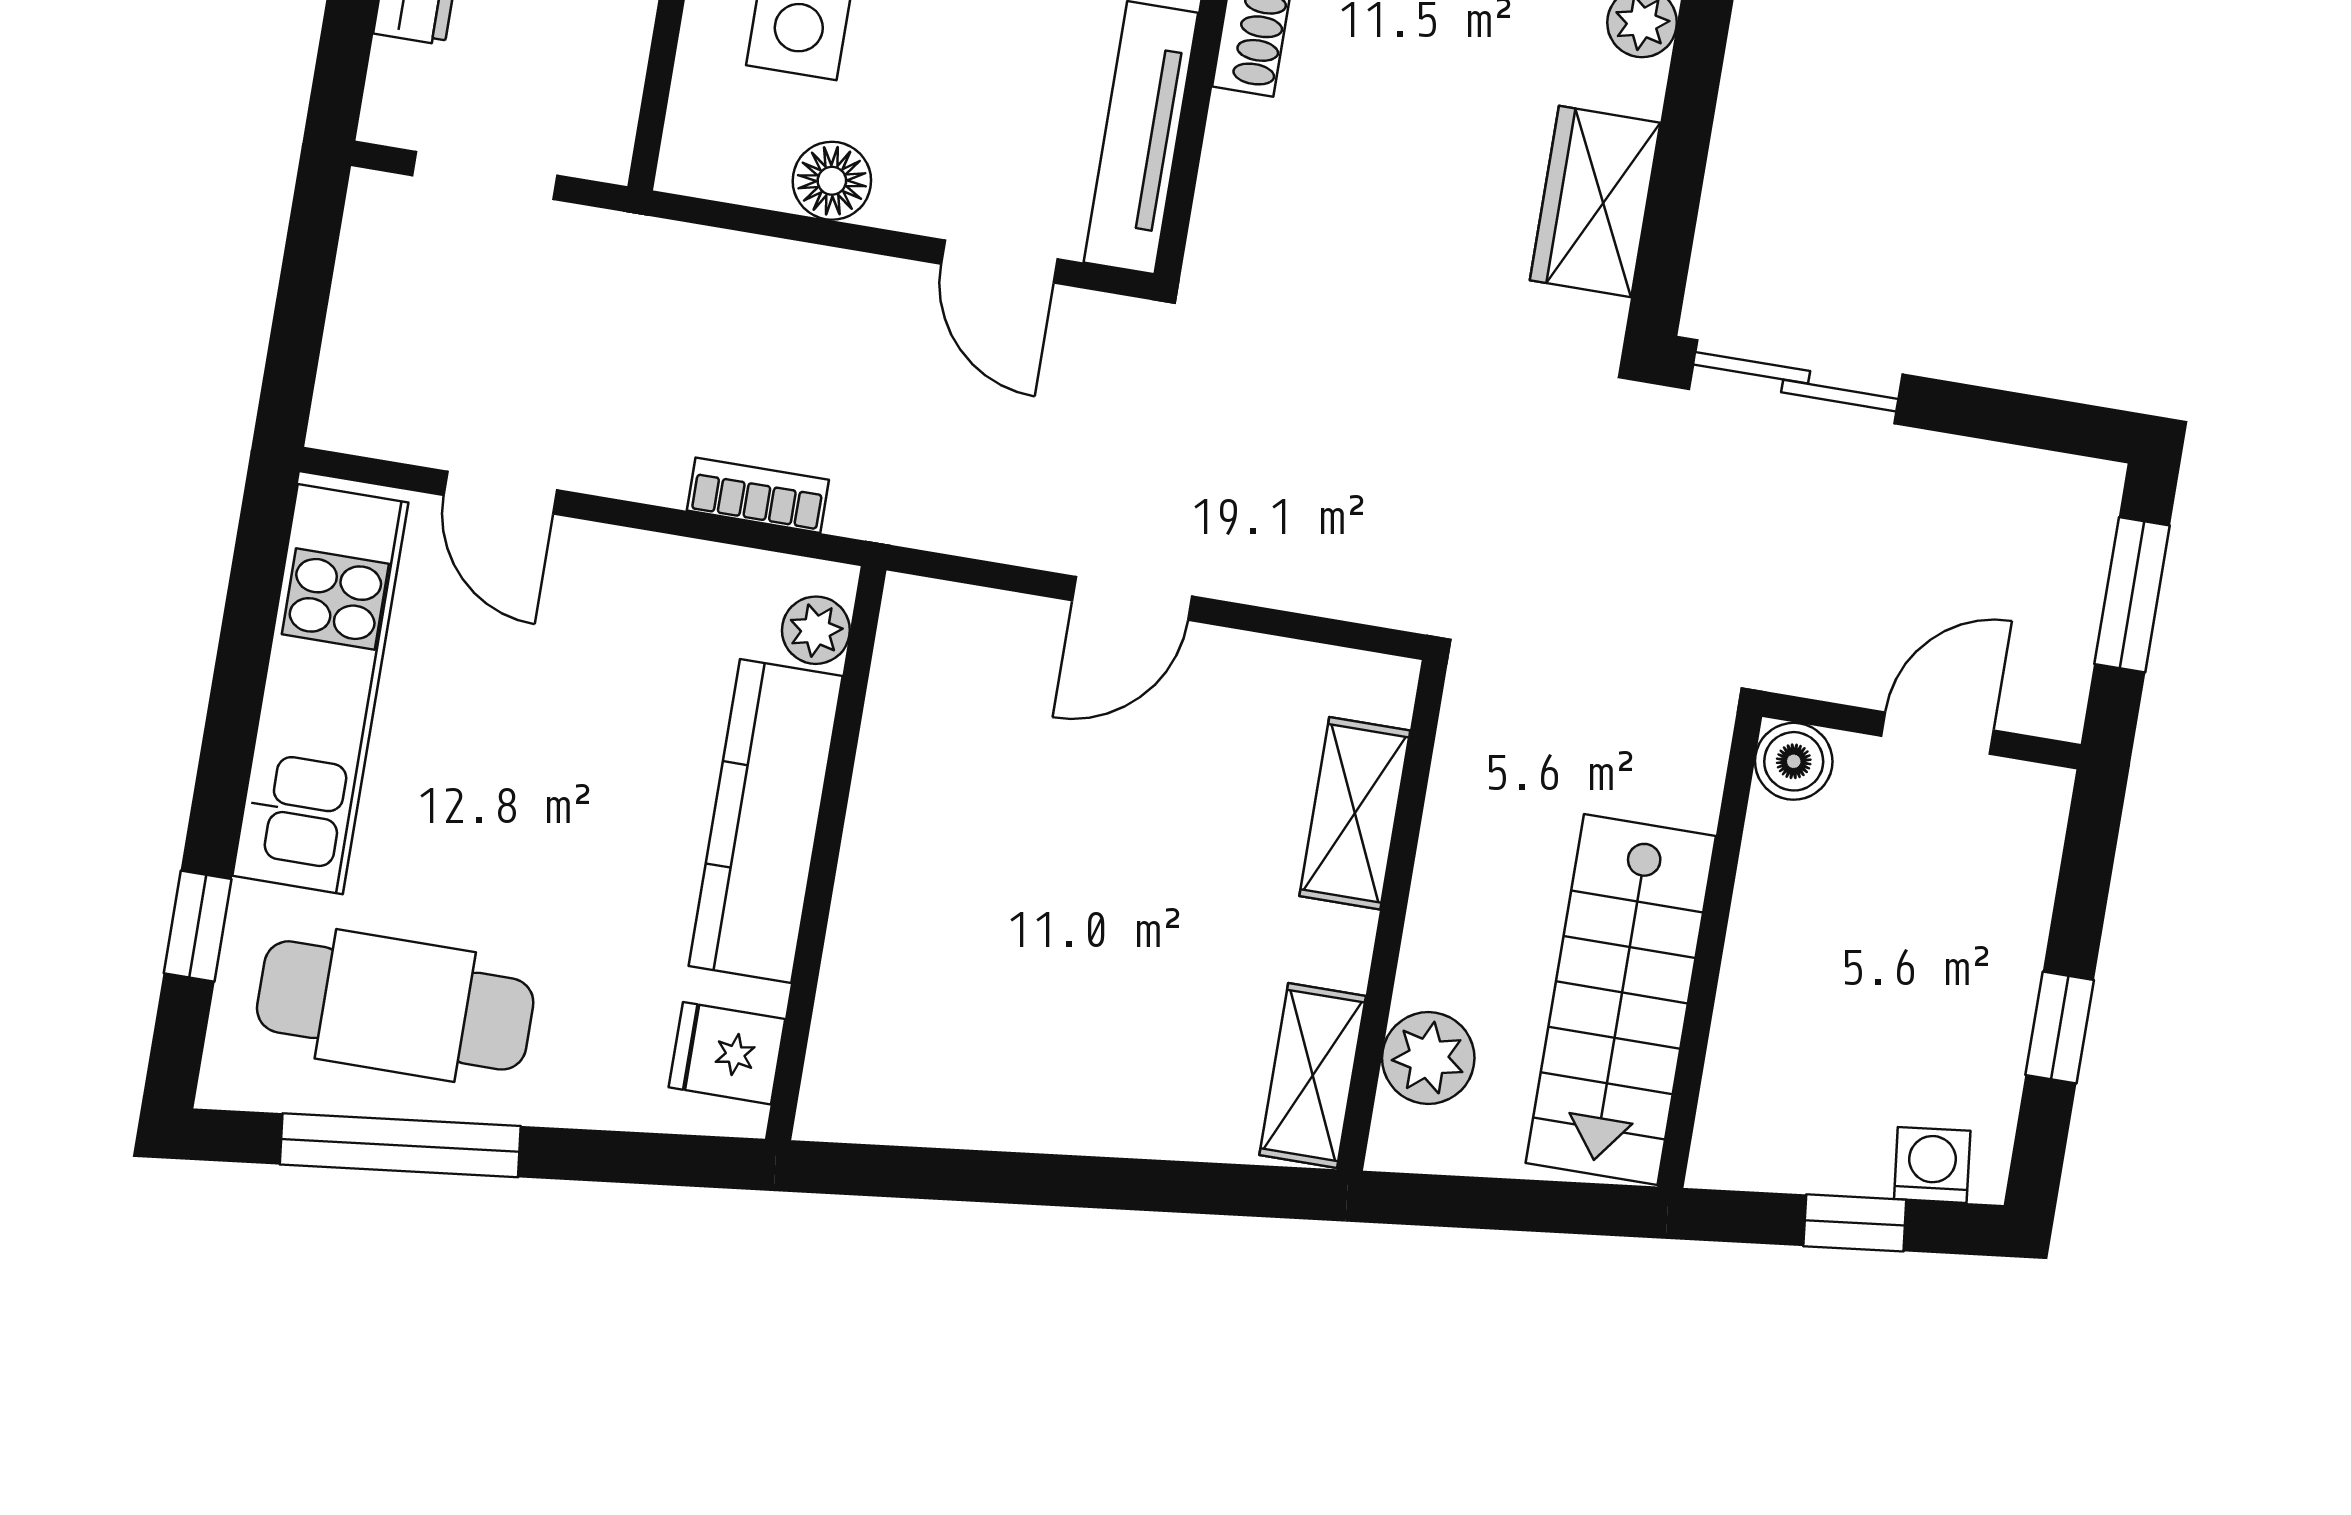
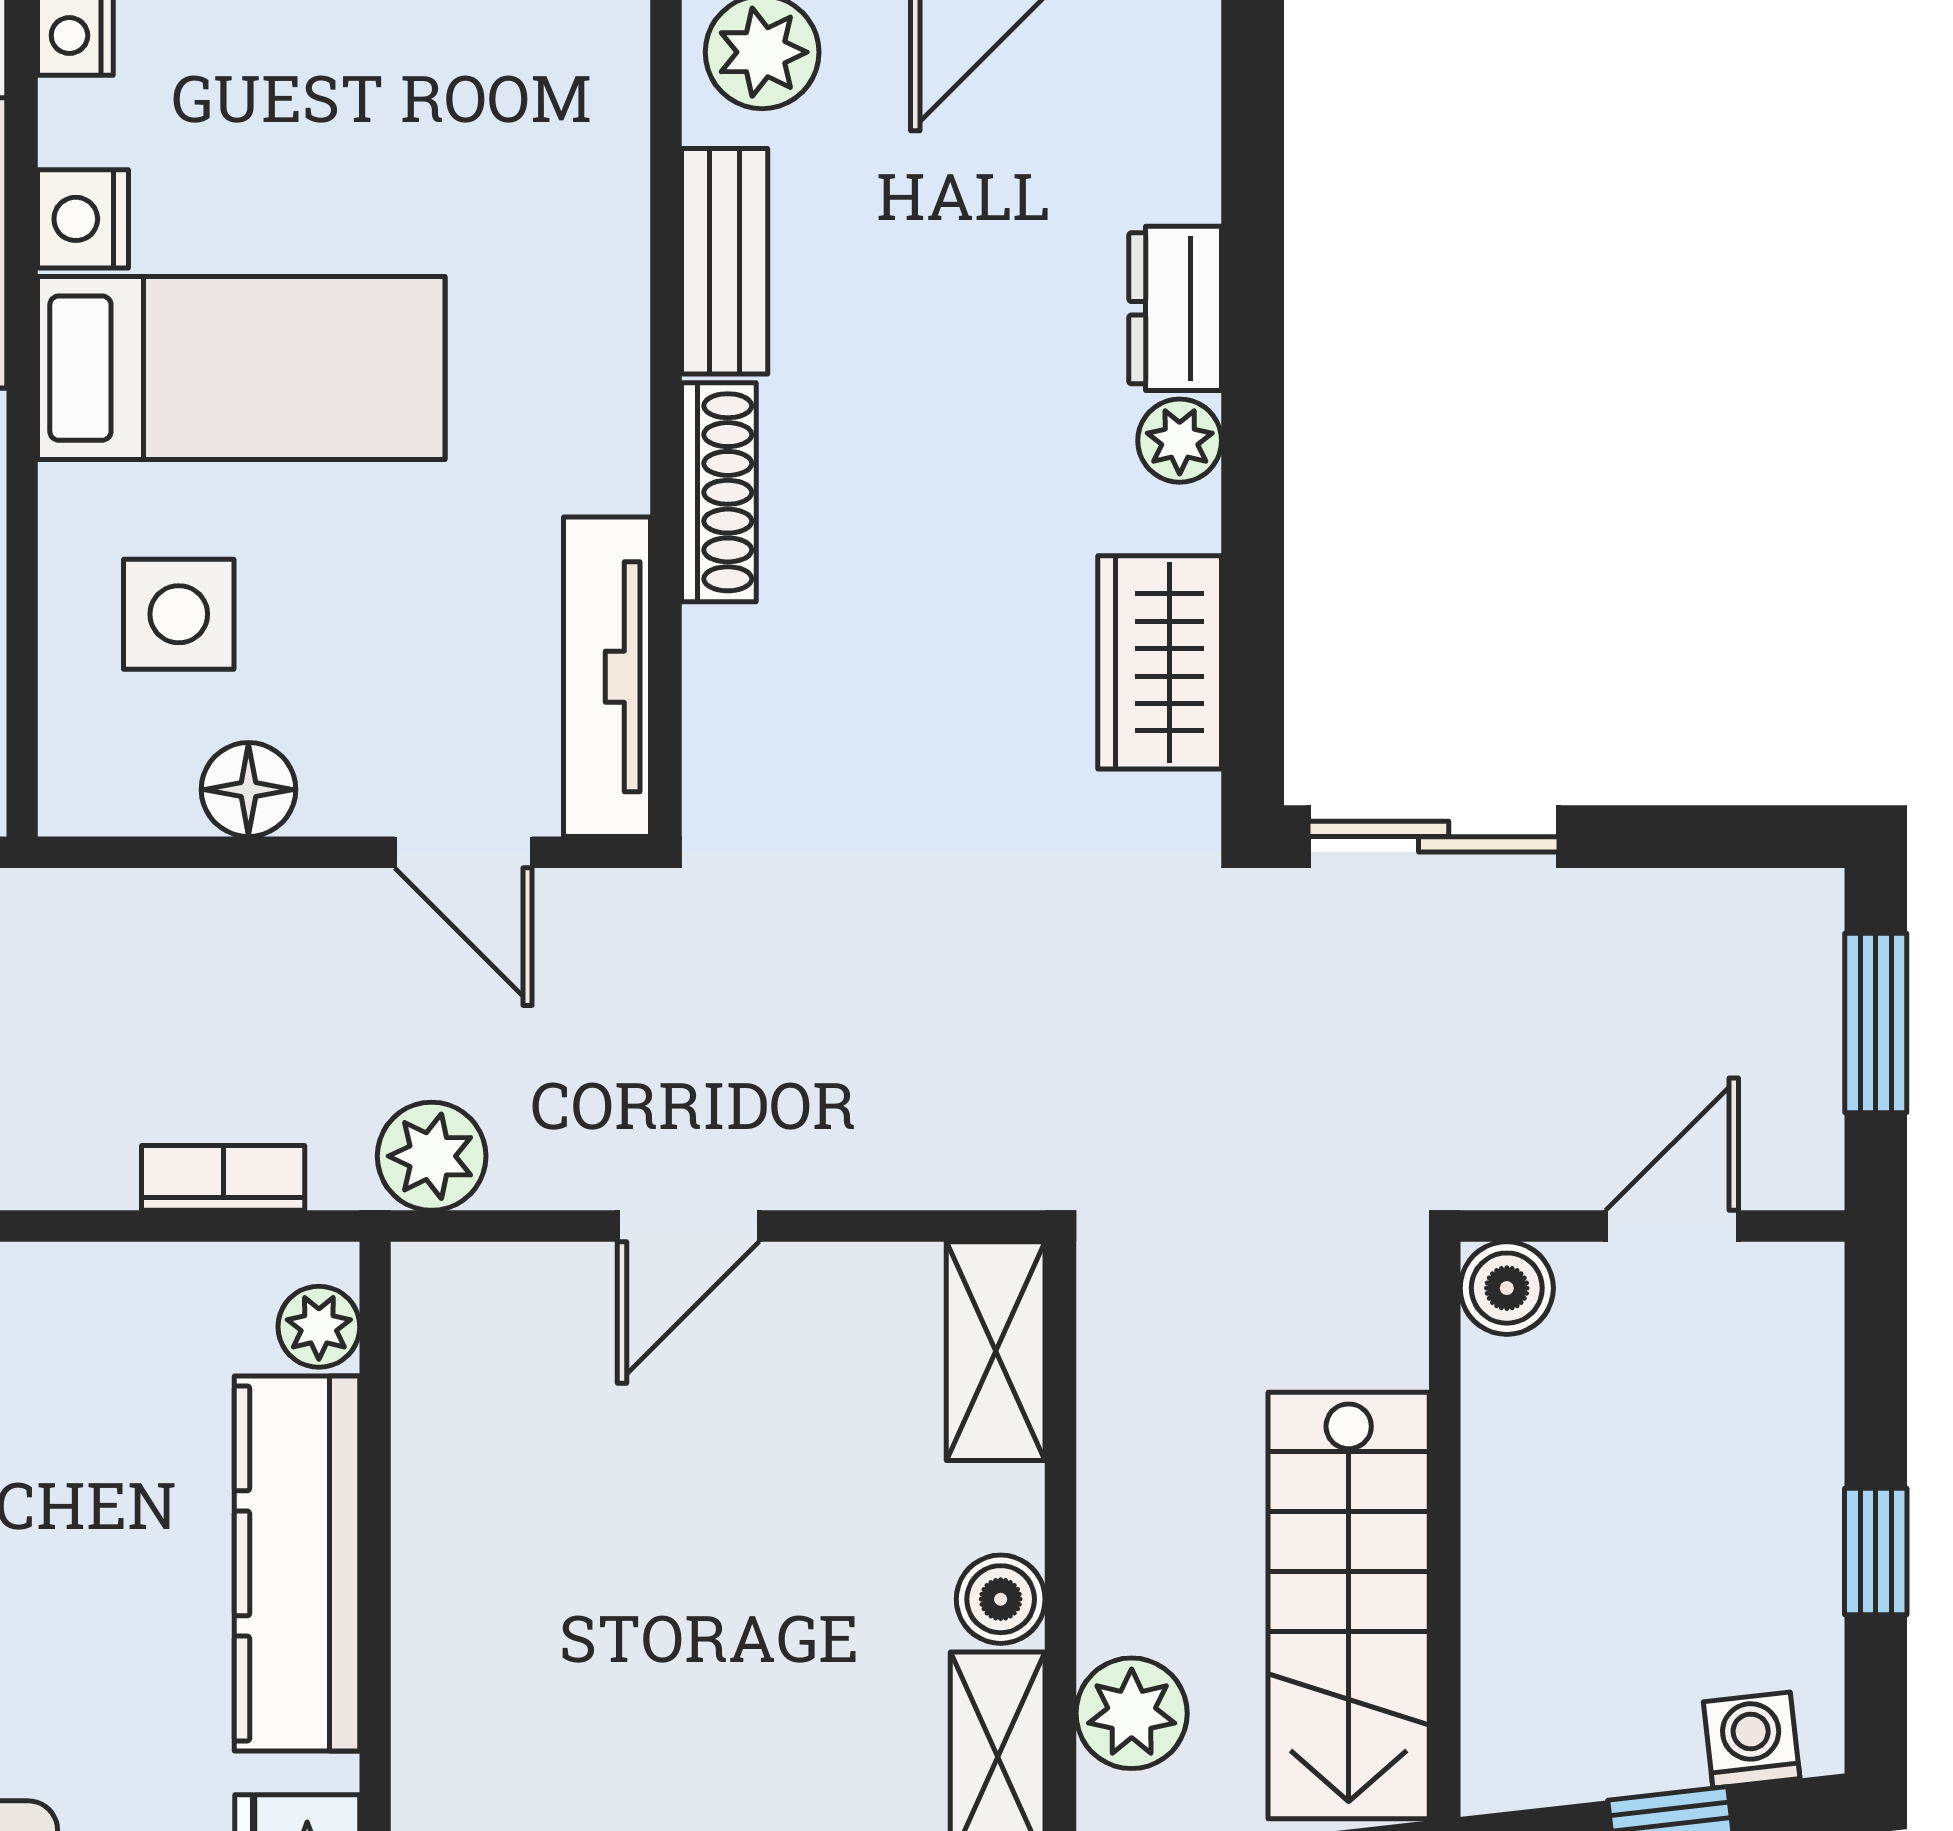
plant: (932, 506) -> (432, 1156), added
shelving: (1355, 813) -> (996, 1351), moved
boiler: (1337, 947) -> (1001, 1599), added

